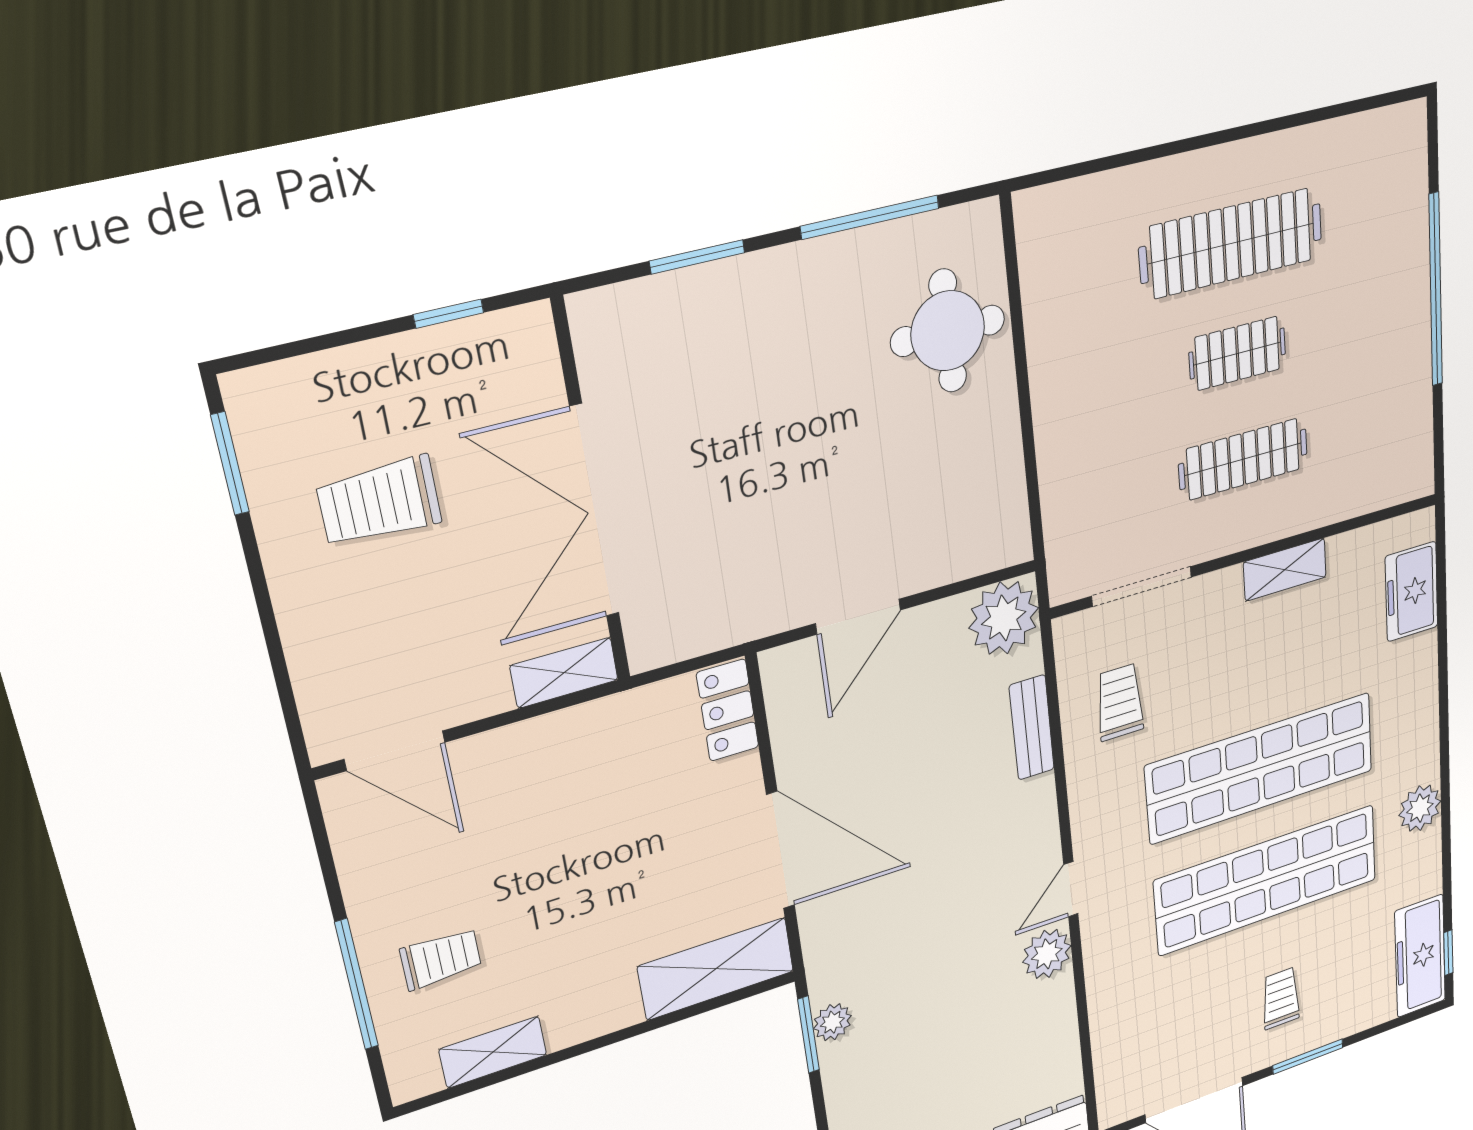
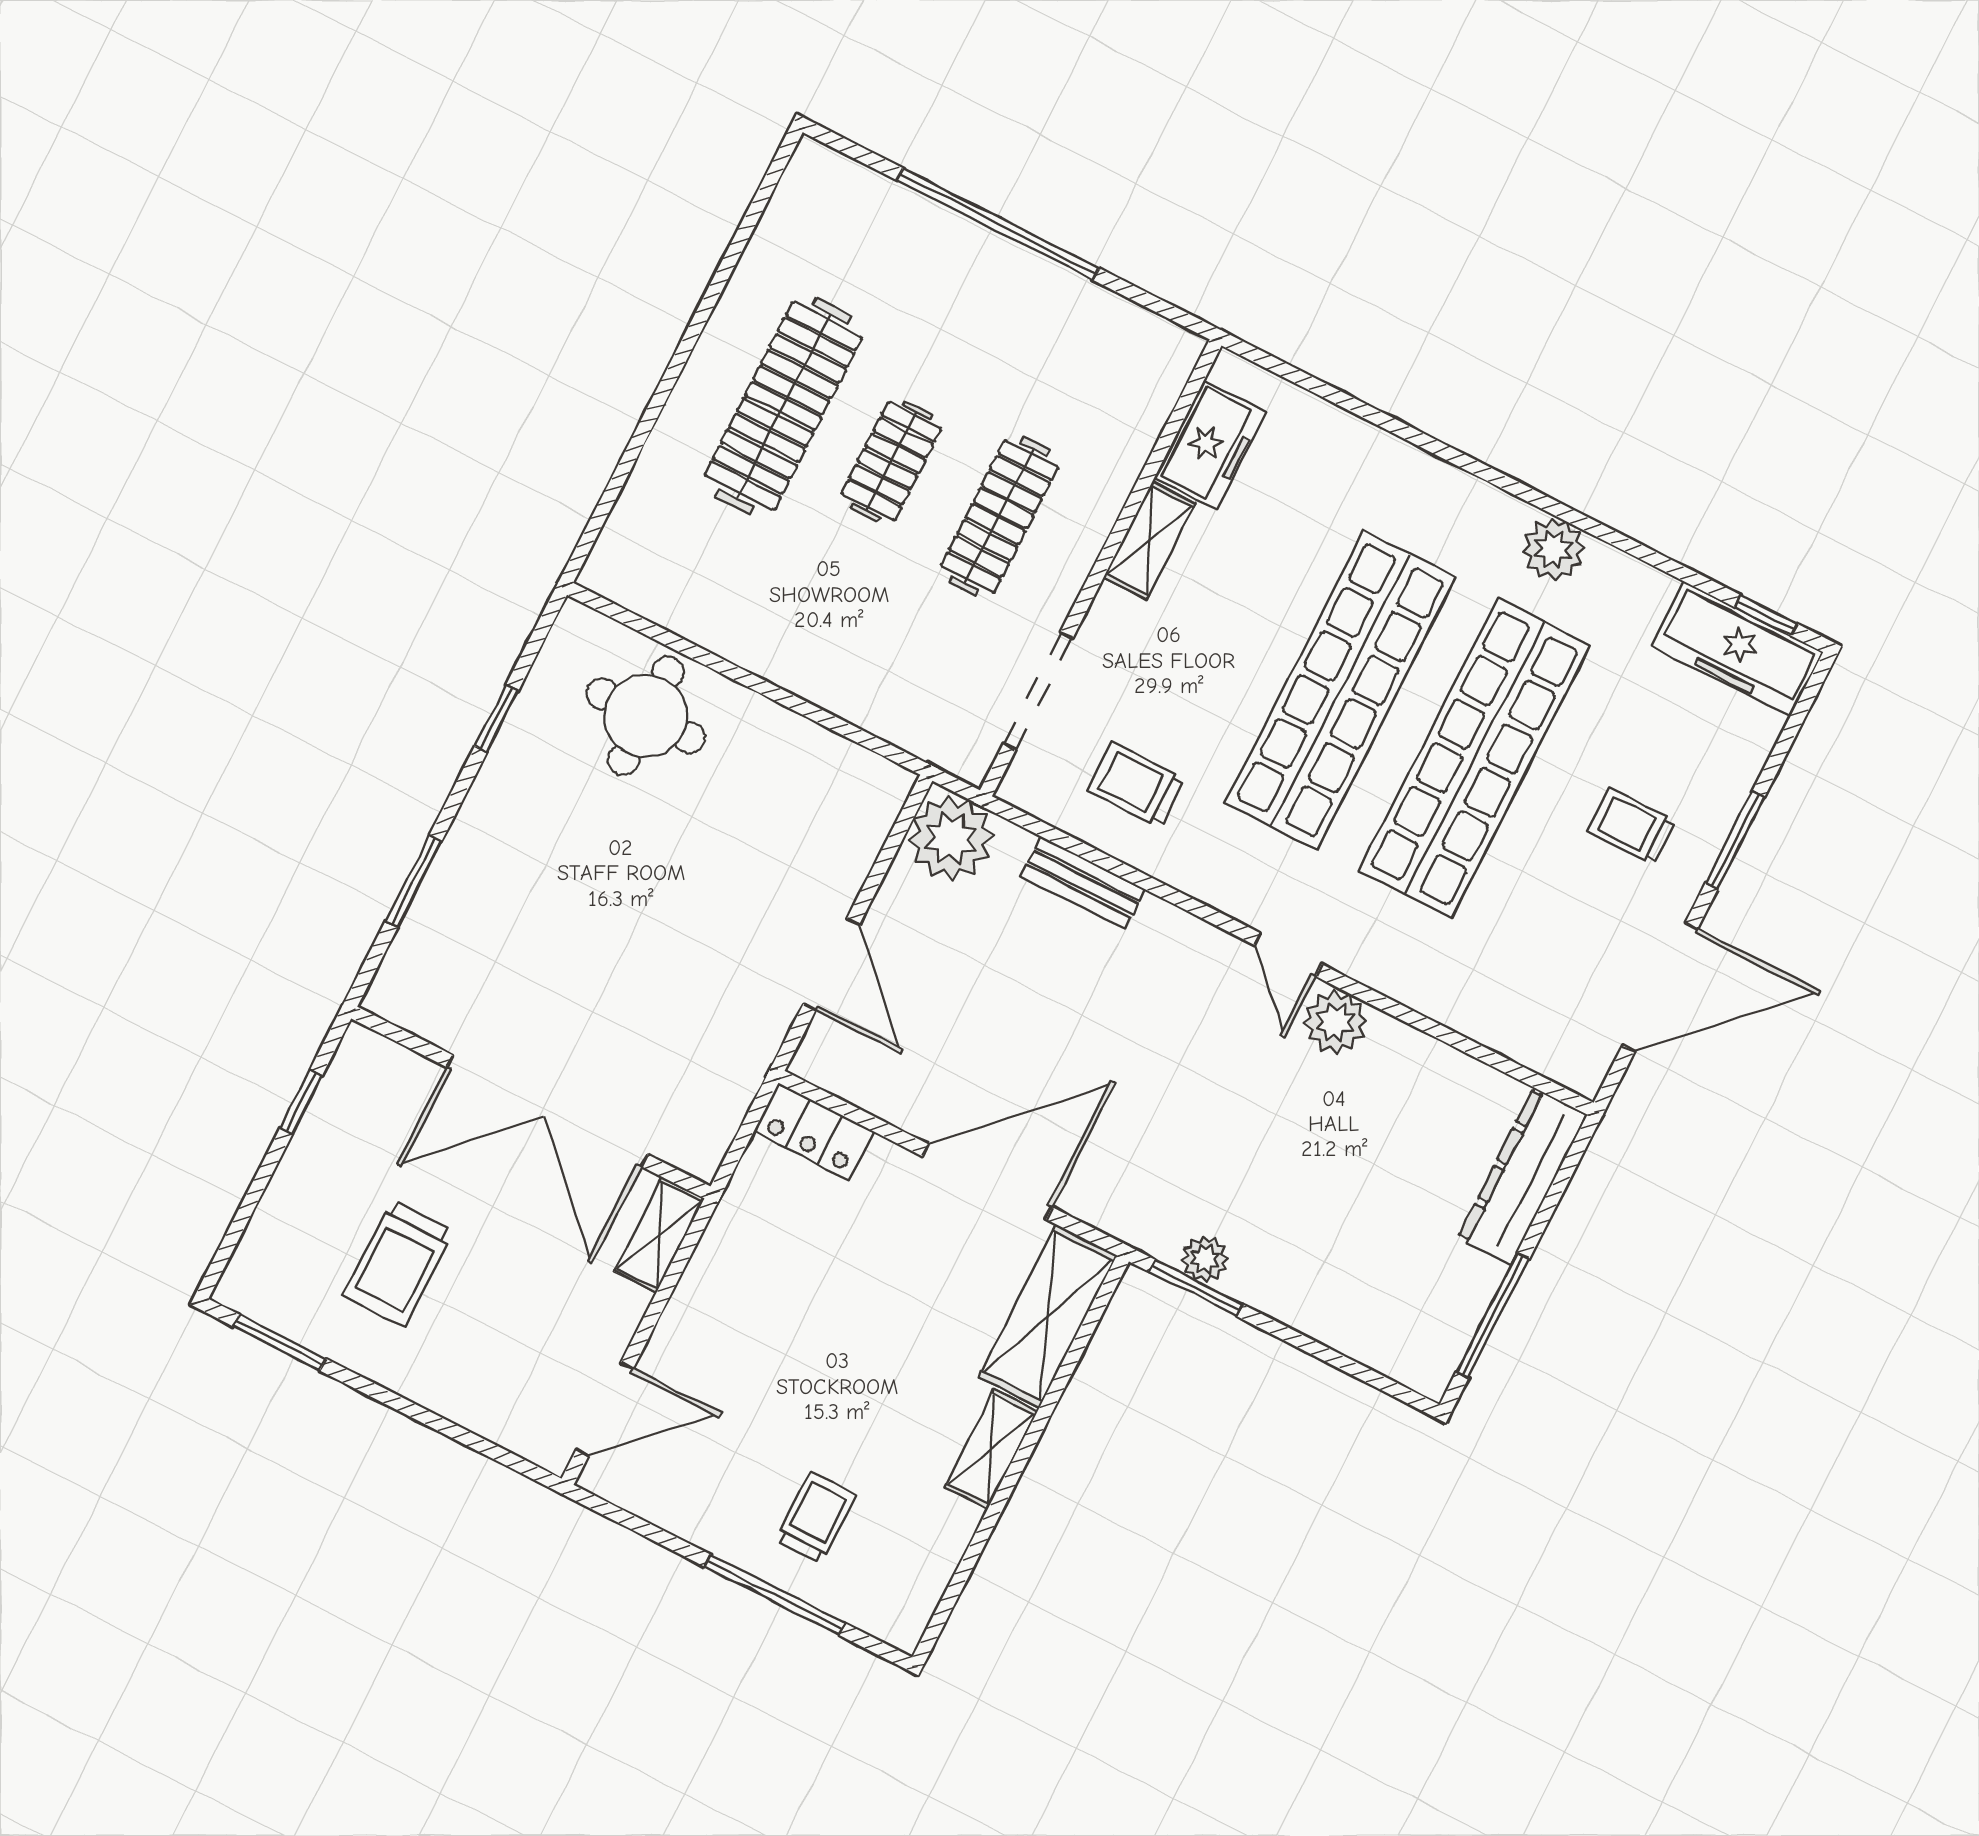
window: (870, 217) -> (497, 718), width x0.46
freezer: (1412, 592) -> (1211, 445), moved, turned -90
shelving: (493, 1052) -> (991, 1449), moved

